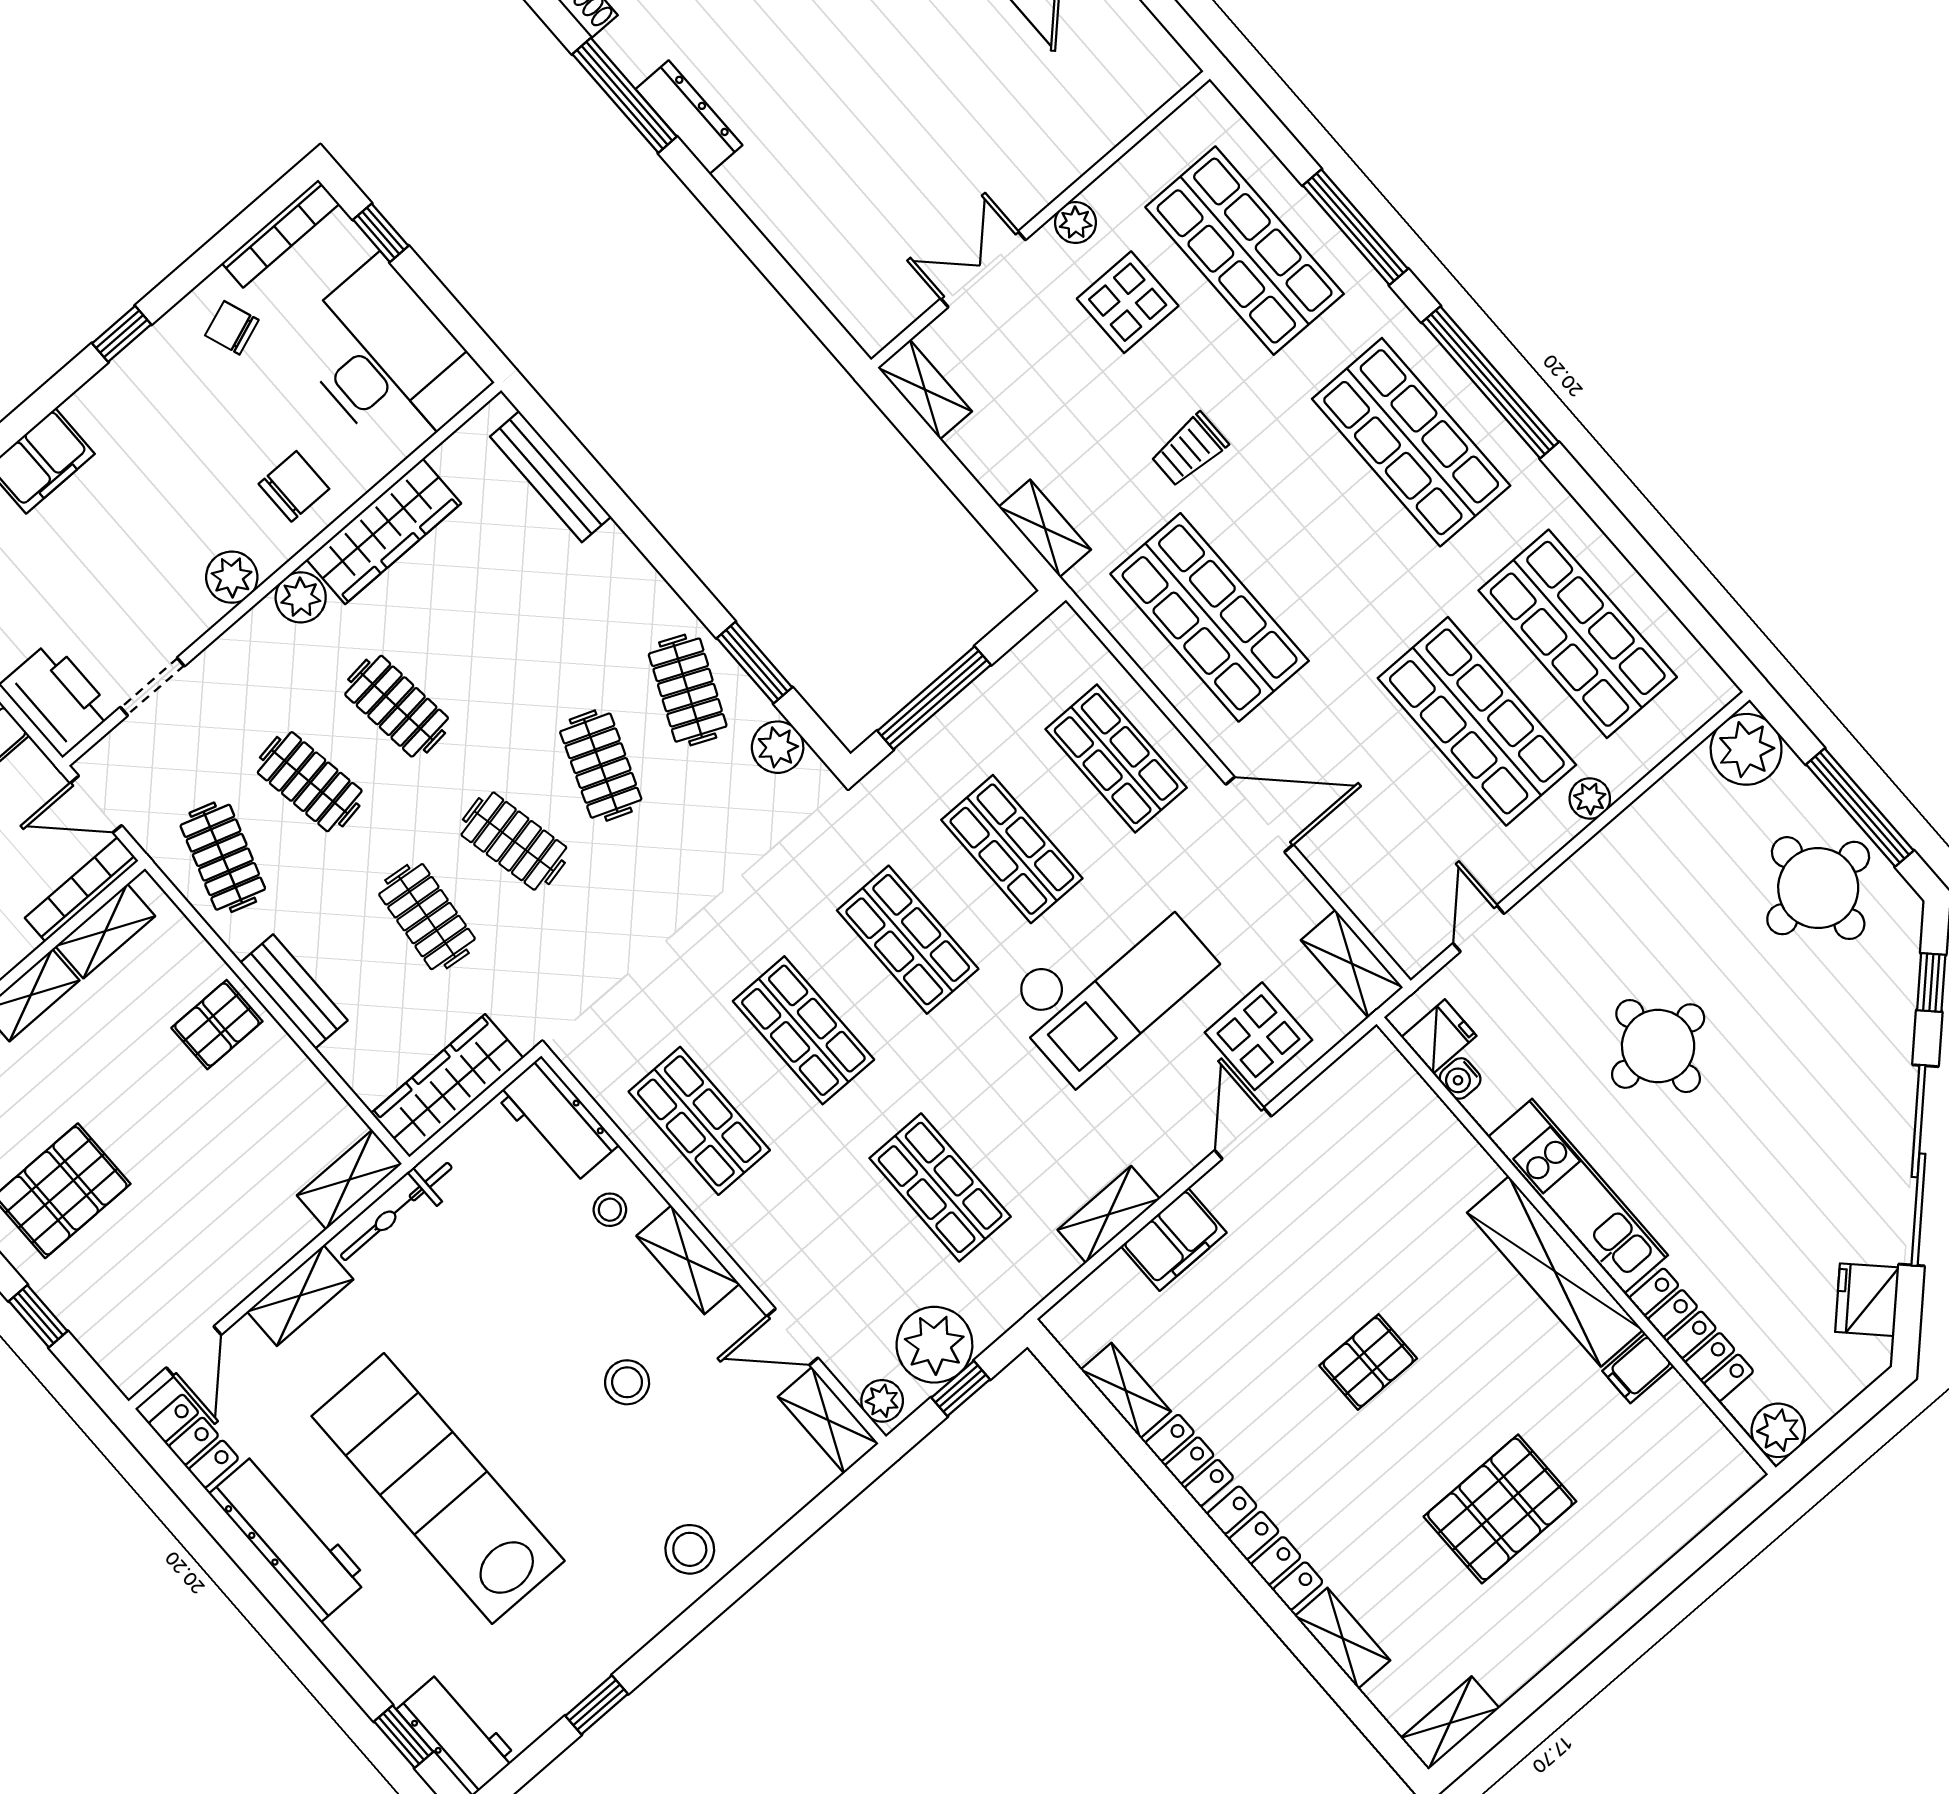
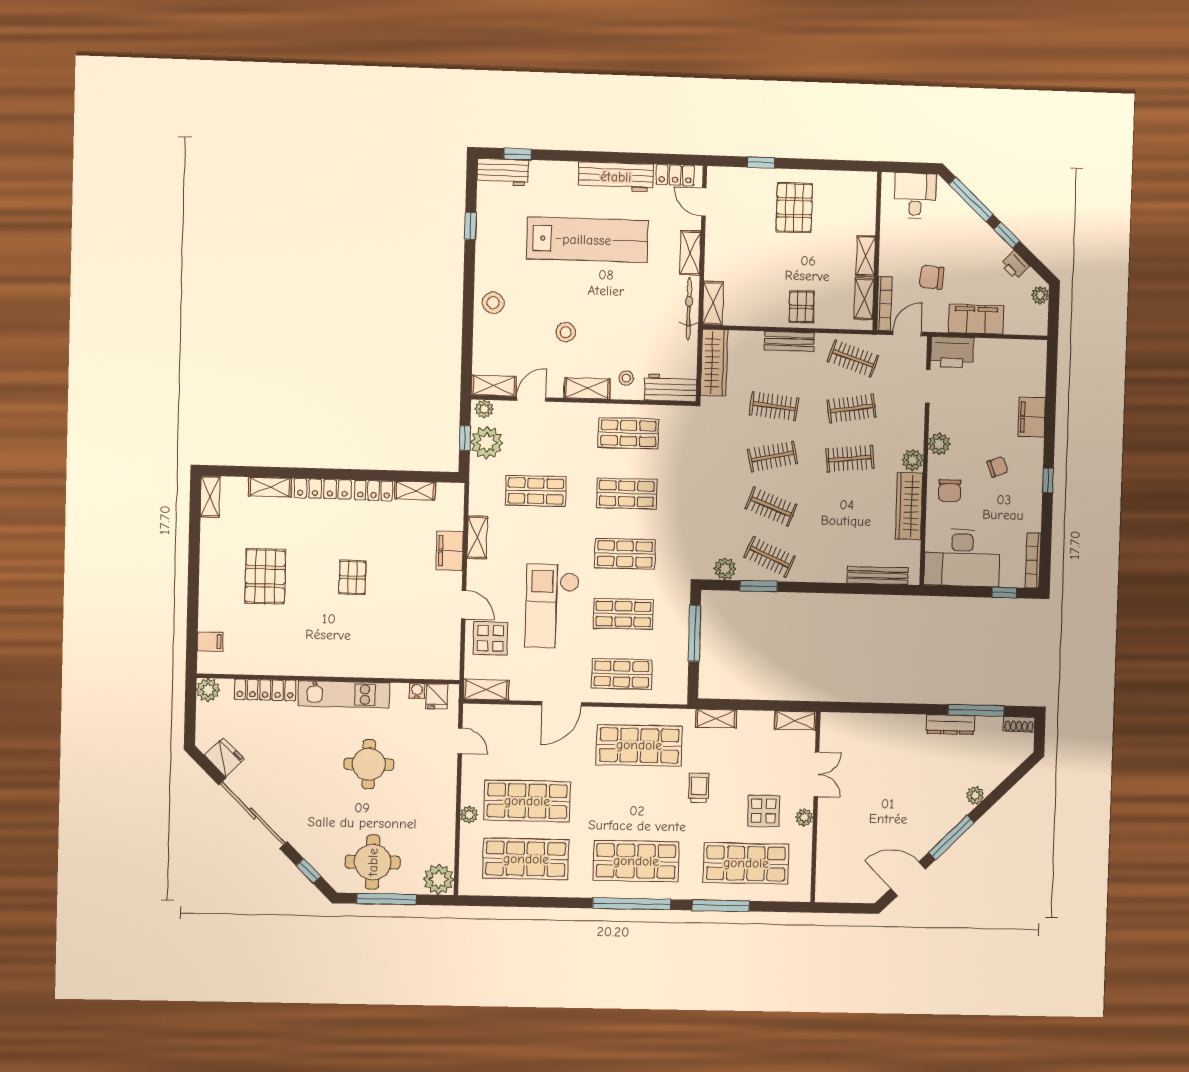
chair: (232, 328) -> (998, 467), moved
shelving: (1555, 1271) -> (326, 664), removed
filing cabinet: (1638, 1368) -> (210, 642), moved, turned 90

